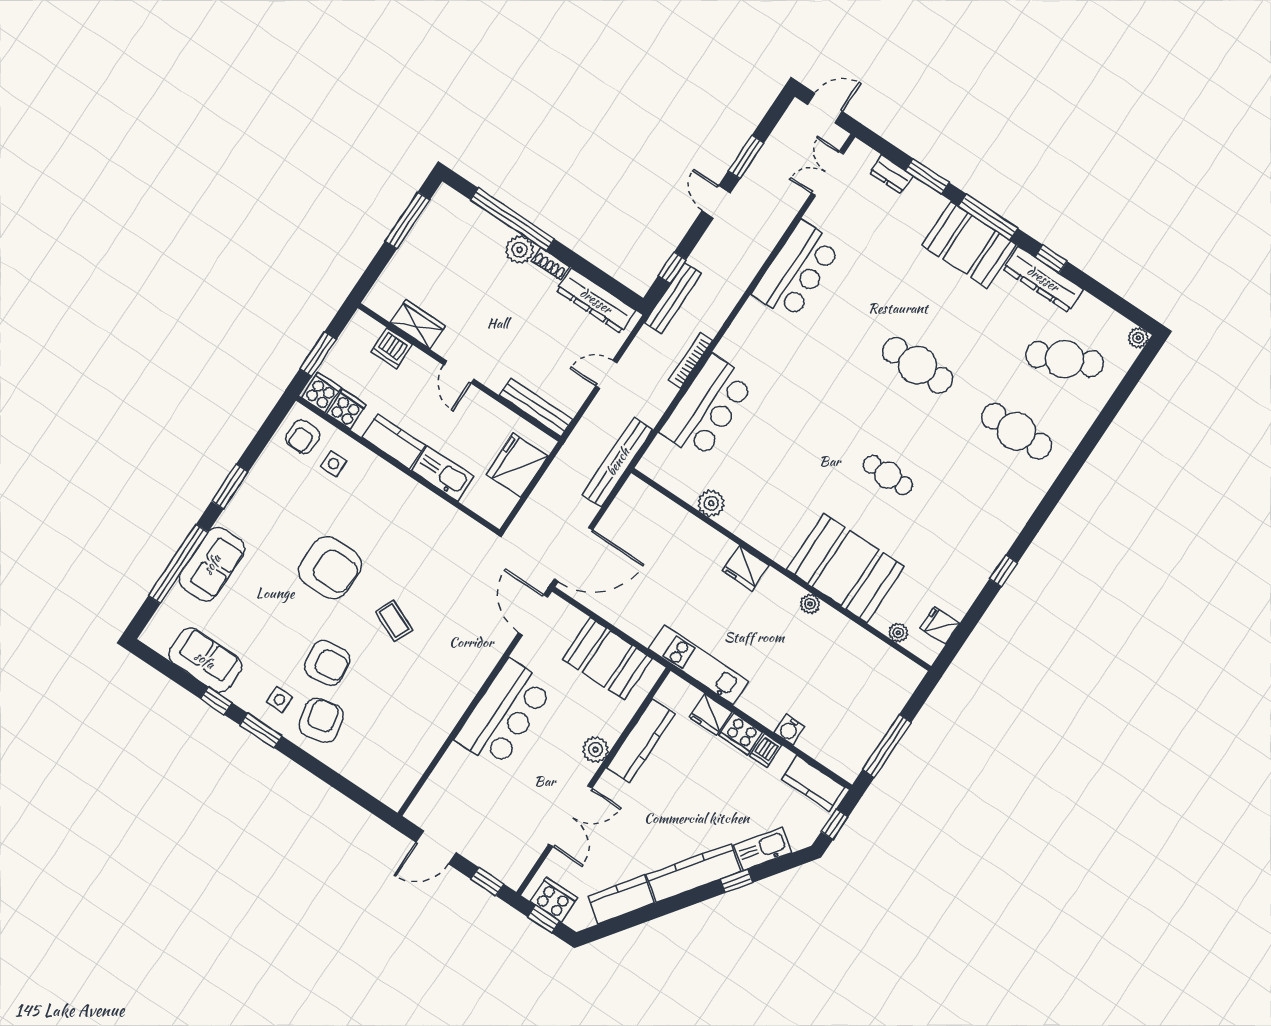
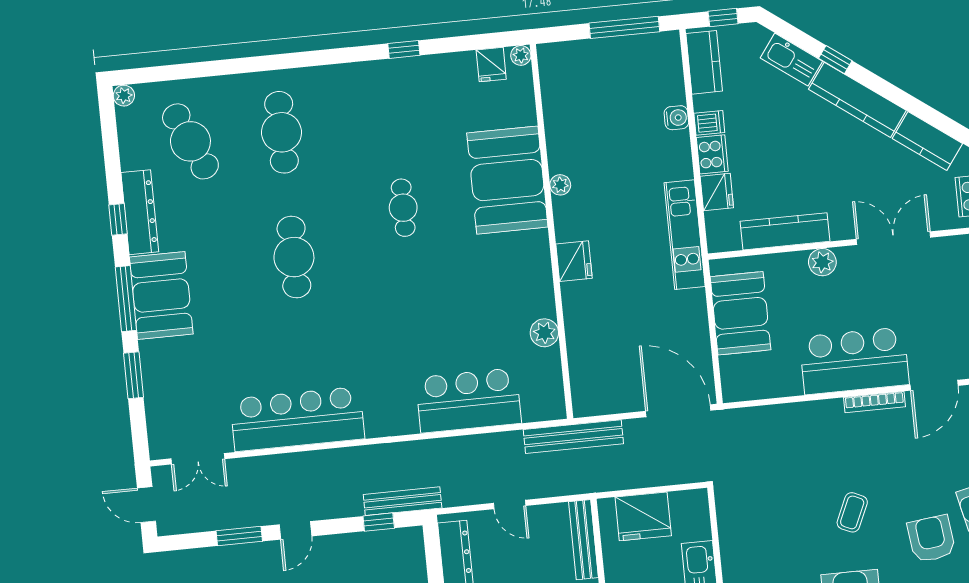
dresser: (891, 174) -> (156, 406), removed
bar counter: (797, 270) -> (297, 419), width x1.36
bookcase: (691, 360) -> (874, 402), moved
door: (533, 615) -> (934, 385), moved
plant: (898, 633) -> (521, 55), moved

